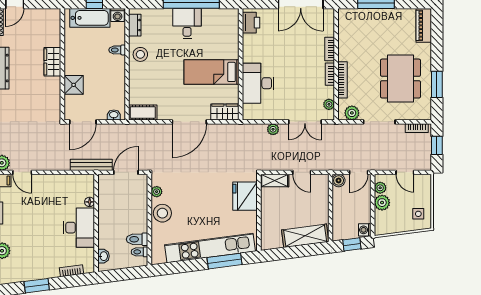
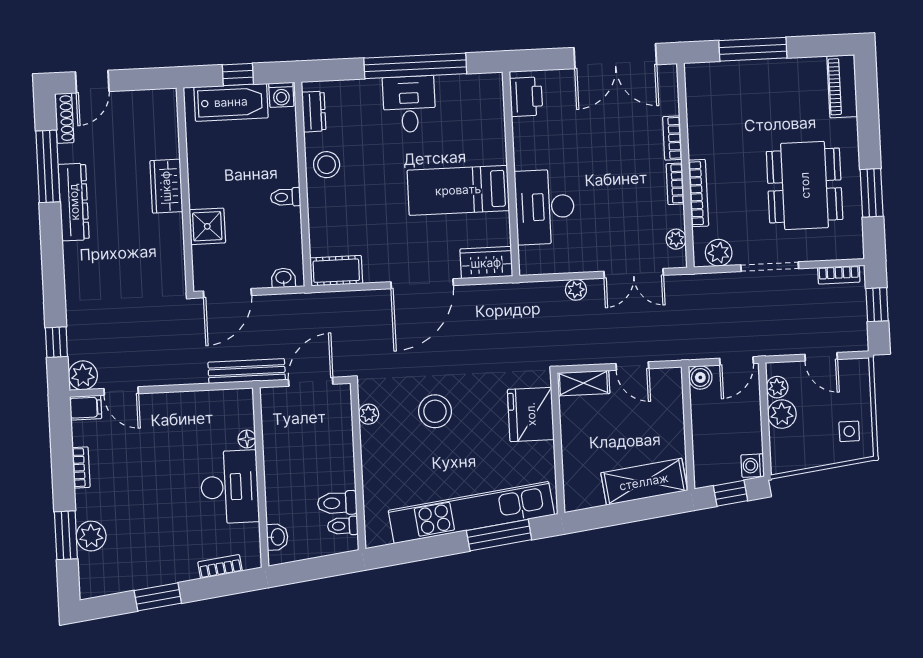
toilet: (117, 50) -> (286, 197), moved
stool: (162, 213) -> (435, 411), moved

